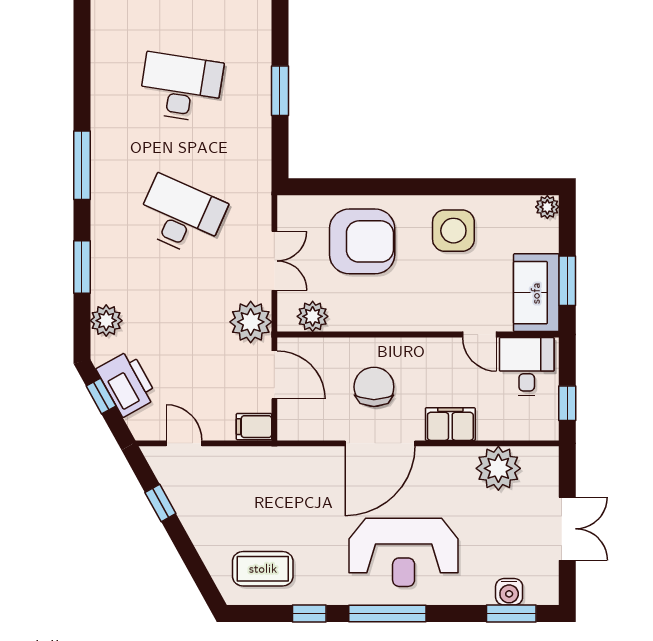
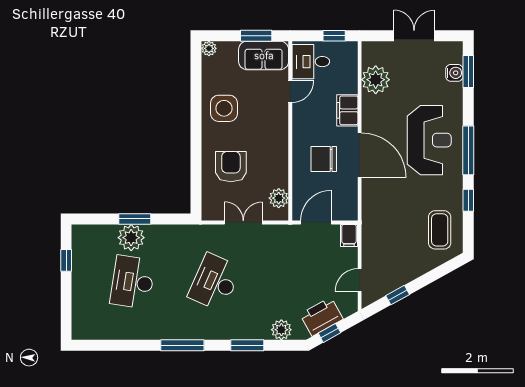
armchair: (362, 241) -> (231, 167), width x0.73, depth x0.73
plant: (251, 322) -> (131, 238), moved

